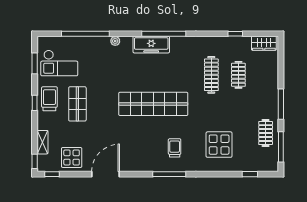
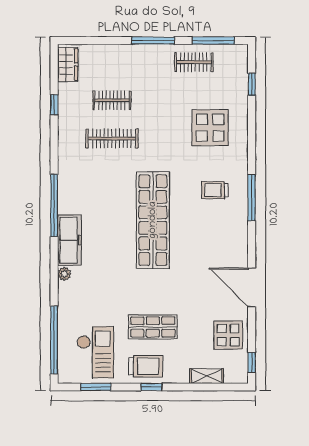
window: (85, 34) -> (54, 340), moved
freezer: (151, 45) -> (69, 240), moved
trolley: (49, 99) -> (146, 366), turned 180
window: (35, 161) -> (234, 387), removed

